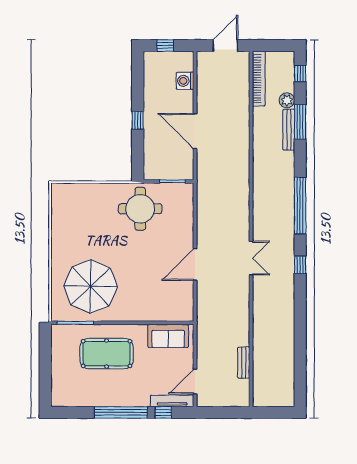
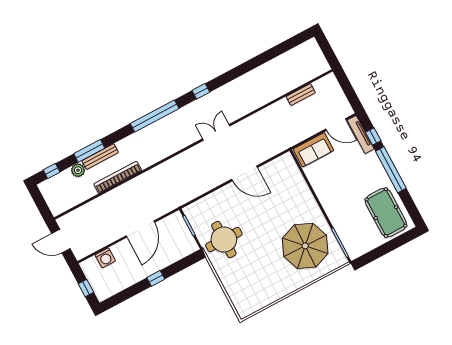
bookcase: (259, 79) -> (118, 177), moved
sofa: (168, 336) -> (313, 150), moved, turned 90
pool table: (107, 354) -> (386, 213), moved

